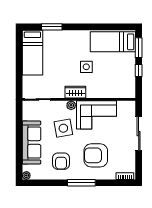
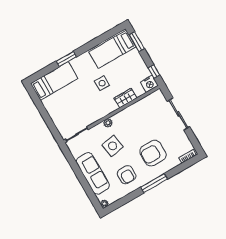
window: (52, 27) -> (66, 59), moved
bed: (32, 53) -> (54, 81), moved, turned -90
window: (139, 70) -> (154, 72), moved
wardrobe: (75, 92) -> (125, 98), moved
nightstand: (128, 92) -> (149, 84), added
corner sofa: (96, 115) -> (134, 119), removed

